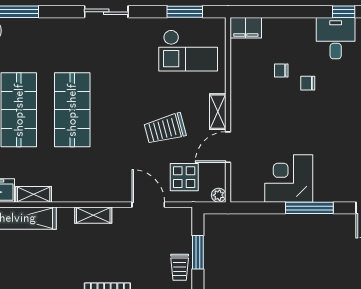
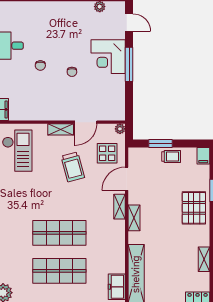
chair: (281, 70) -> (72, 72), moved
door: (228, 147) -> (86, 122), hinge flipped
corner desk: (289, 178) -> (108, 57), moved
shelving: (34, 194) -> (119, 207), moved

